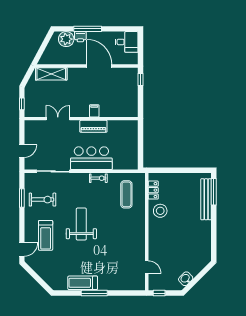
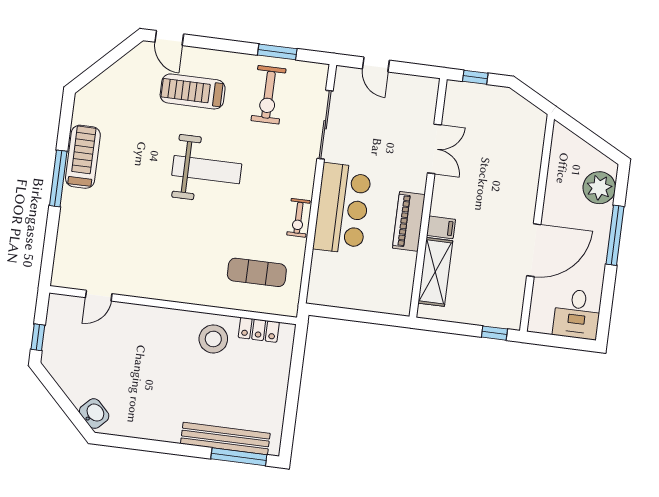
printer: (80, 37) -> (601, 218), removed
shelving: (51, 74) -> (435, 272), moved
washbasin: (186, 279) -> (94, 414), moved
window: (159, 293) -> (38, 337), moved

